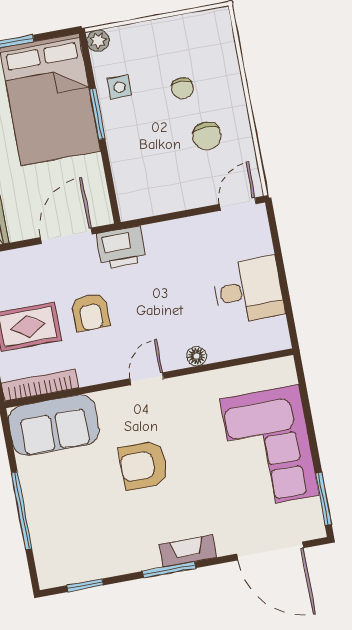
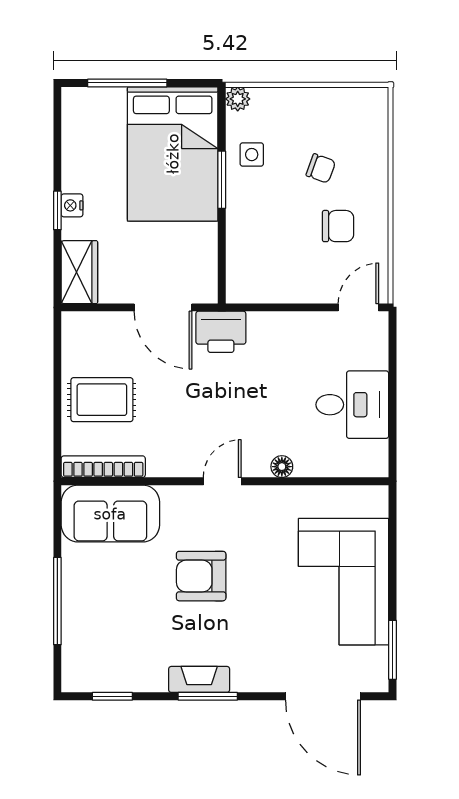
chair: (182, 88) -> (321, 168), turned -70
chair: (207, 136) -> (338, 226), turned -90
door: (66, 236) -> (163, 307), swing flipped
armchair: (91, 312) -> (174, 397), removed
fireplace: (188, 551) -> (199, 679), moved

